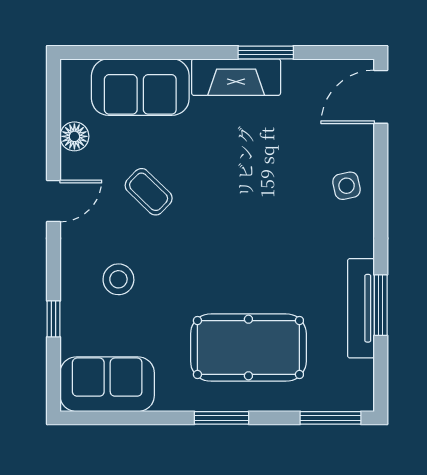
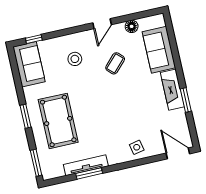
door: (54, 201) -> (102, 24), hinge flipped
window: (54, 319) -> (34, 39), moved

